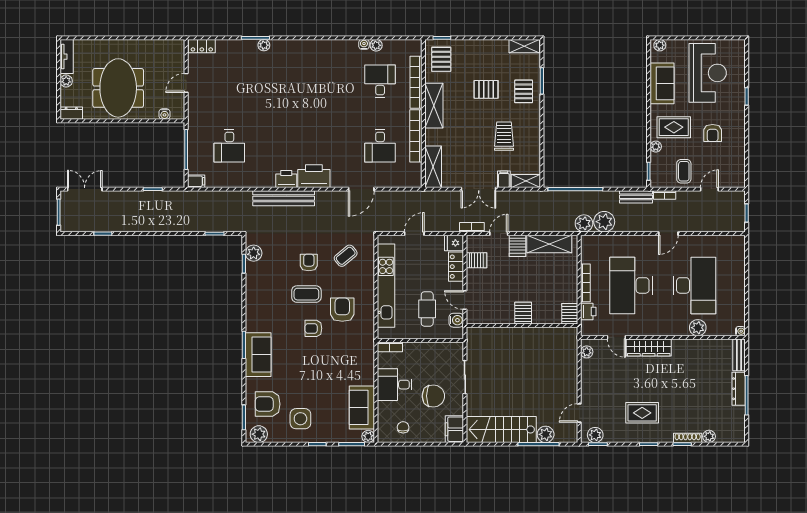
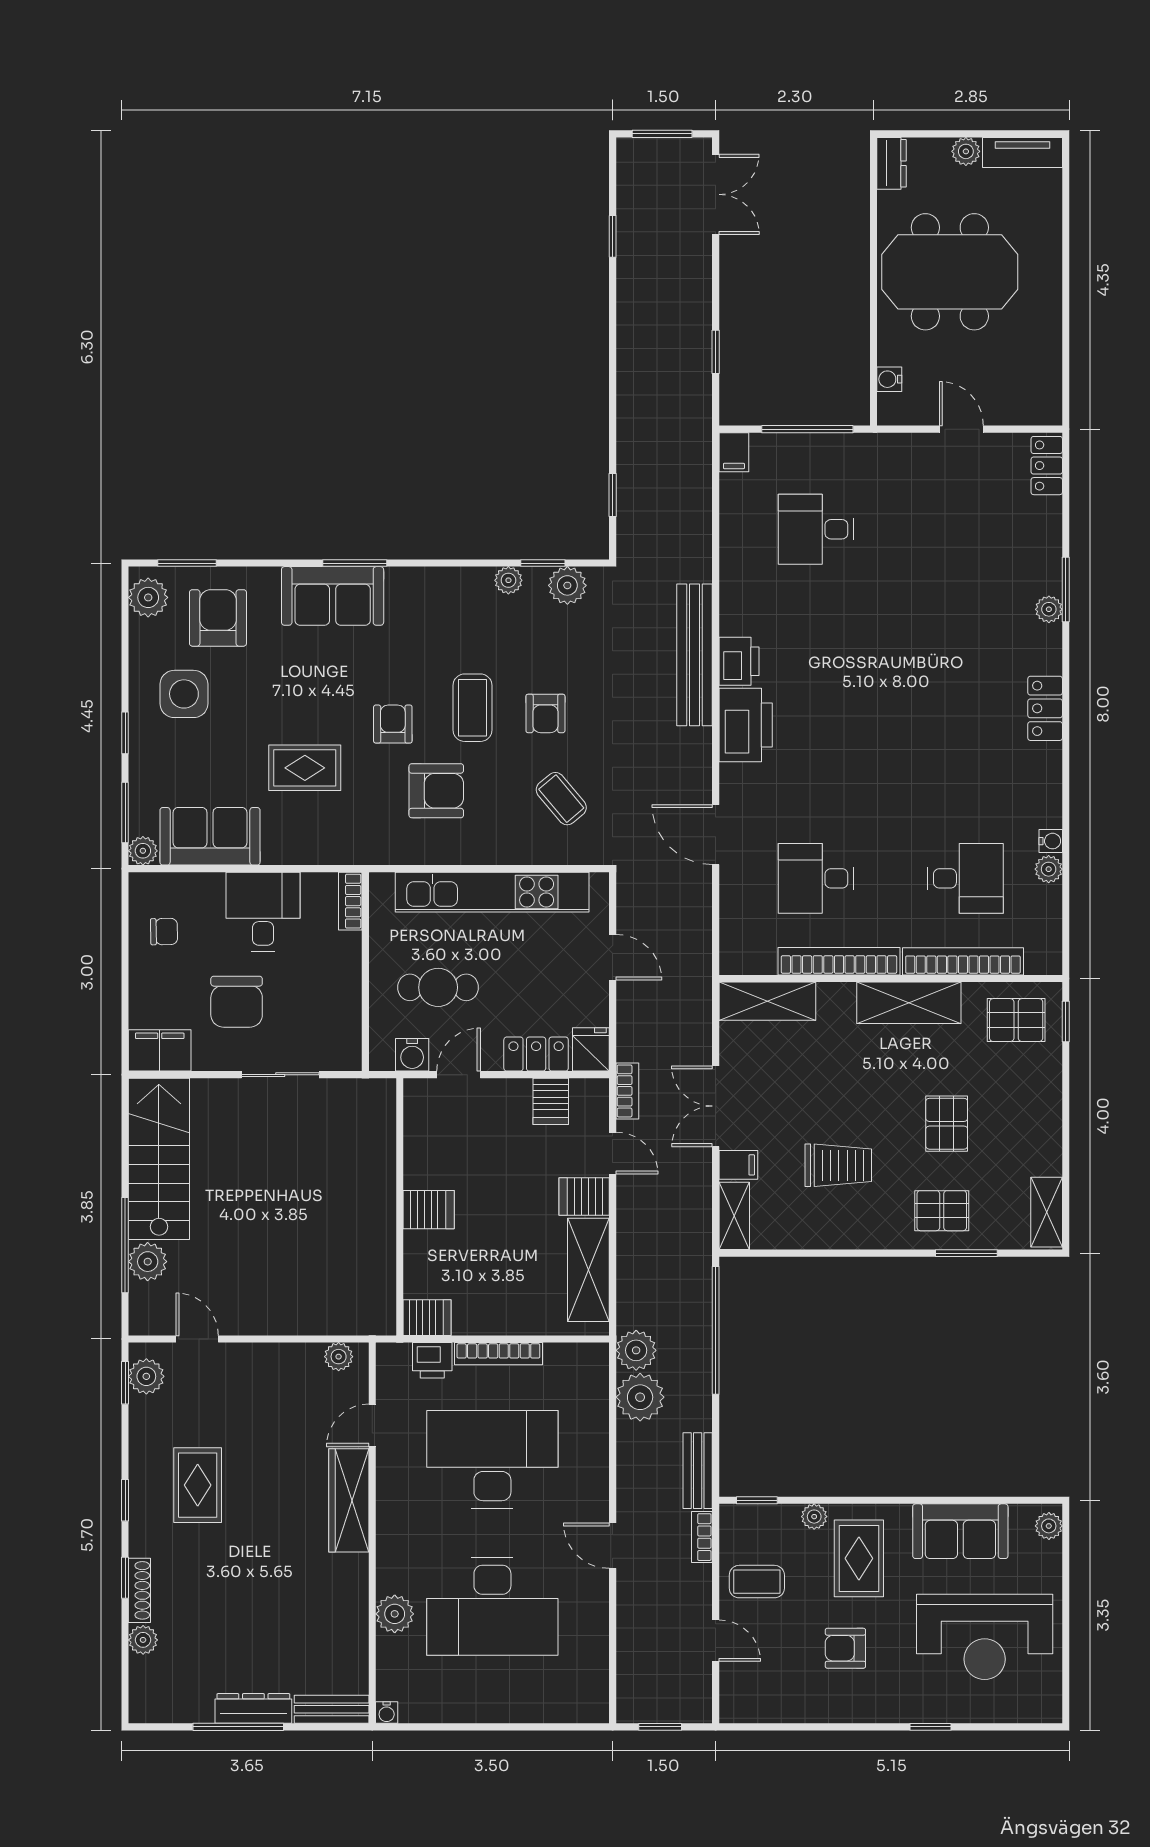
locker: (307, 47) -> (1045, 708), added
armchair: (309, 263) -> (545, 713), turned 90
plant: (251, 279) -> (508, 580), added
rug: (332, 367) -> (305, 768), added

